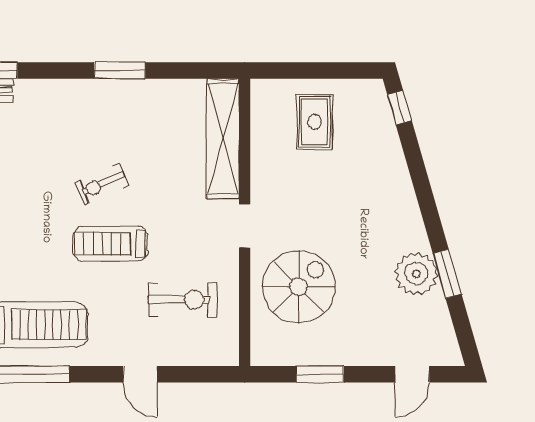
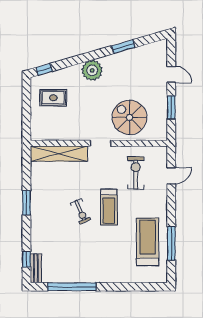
rug: (315, 122) -> (53, 98), moved
plant: (416, 274) -> (92, 70), moved
door: (140, 374) -> (171, 176), moved
door: (412, 374) -> (171, 74), moved

